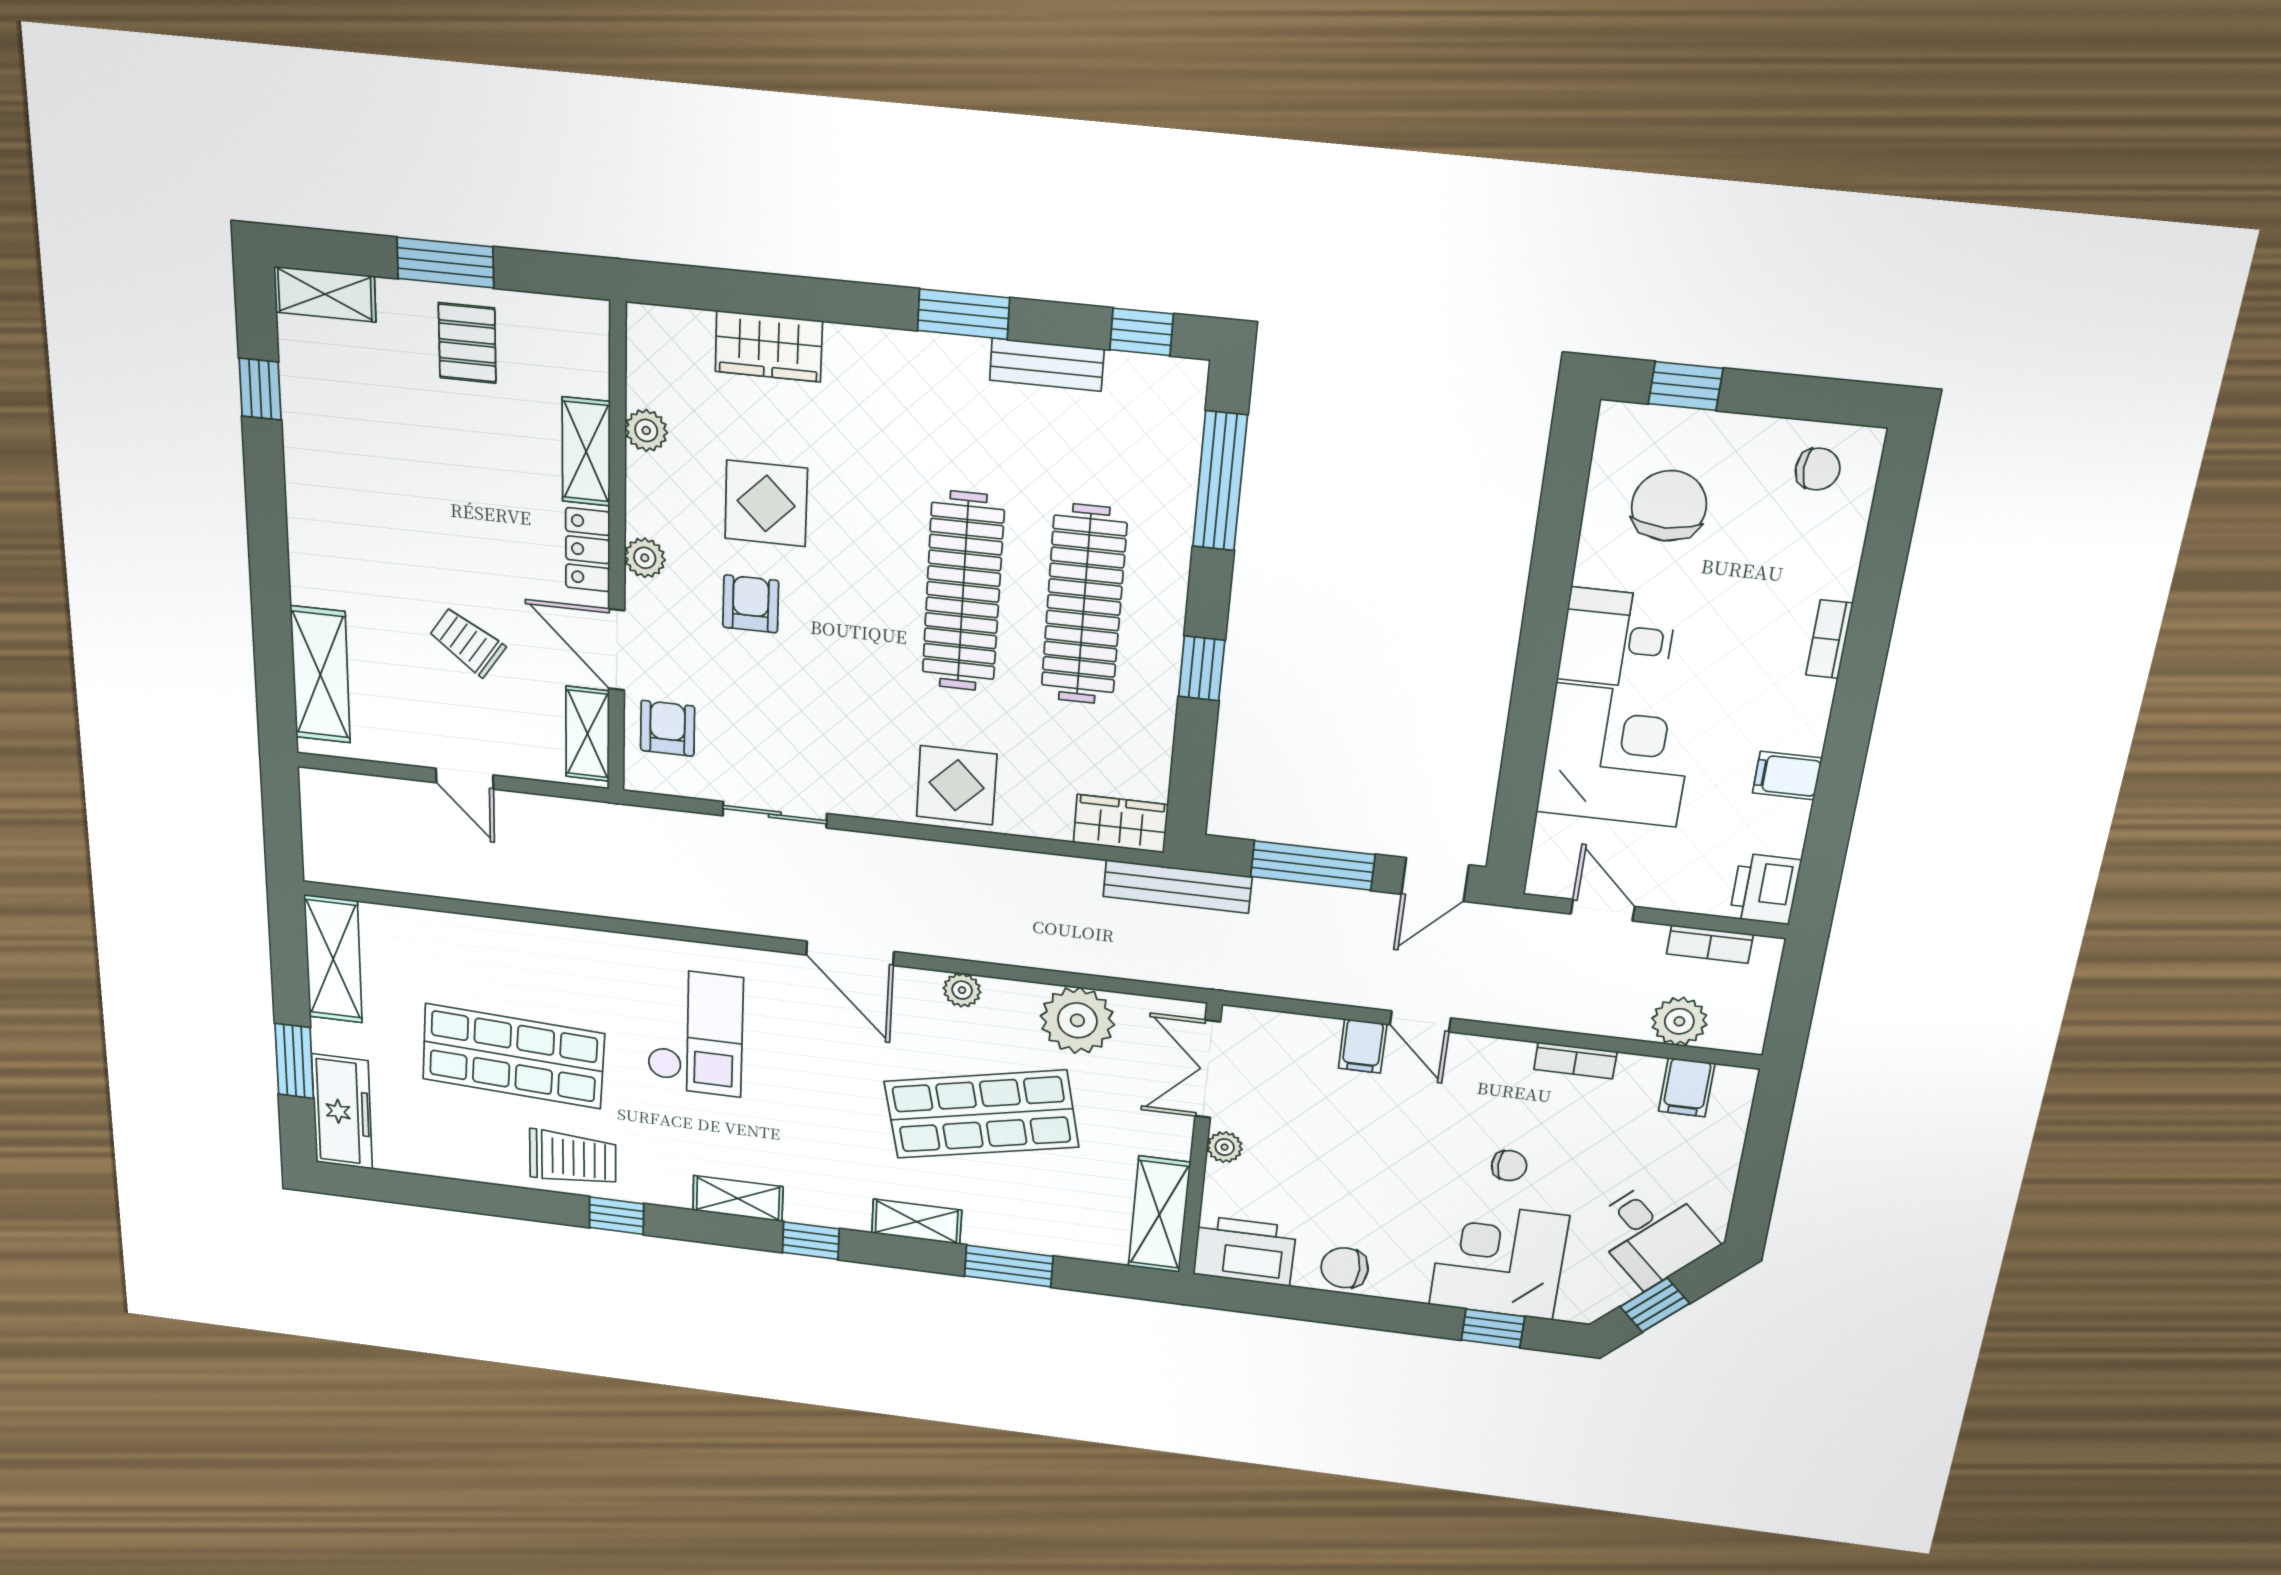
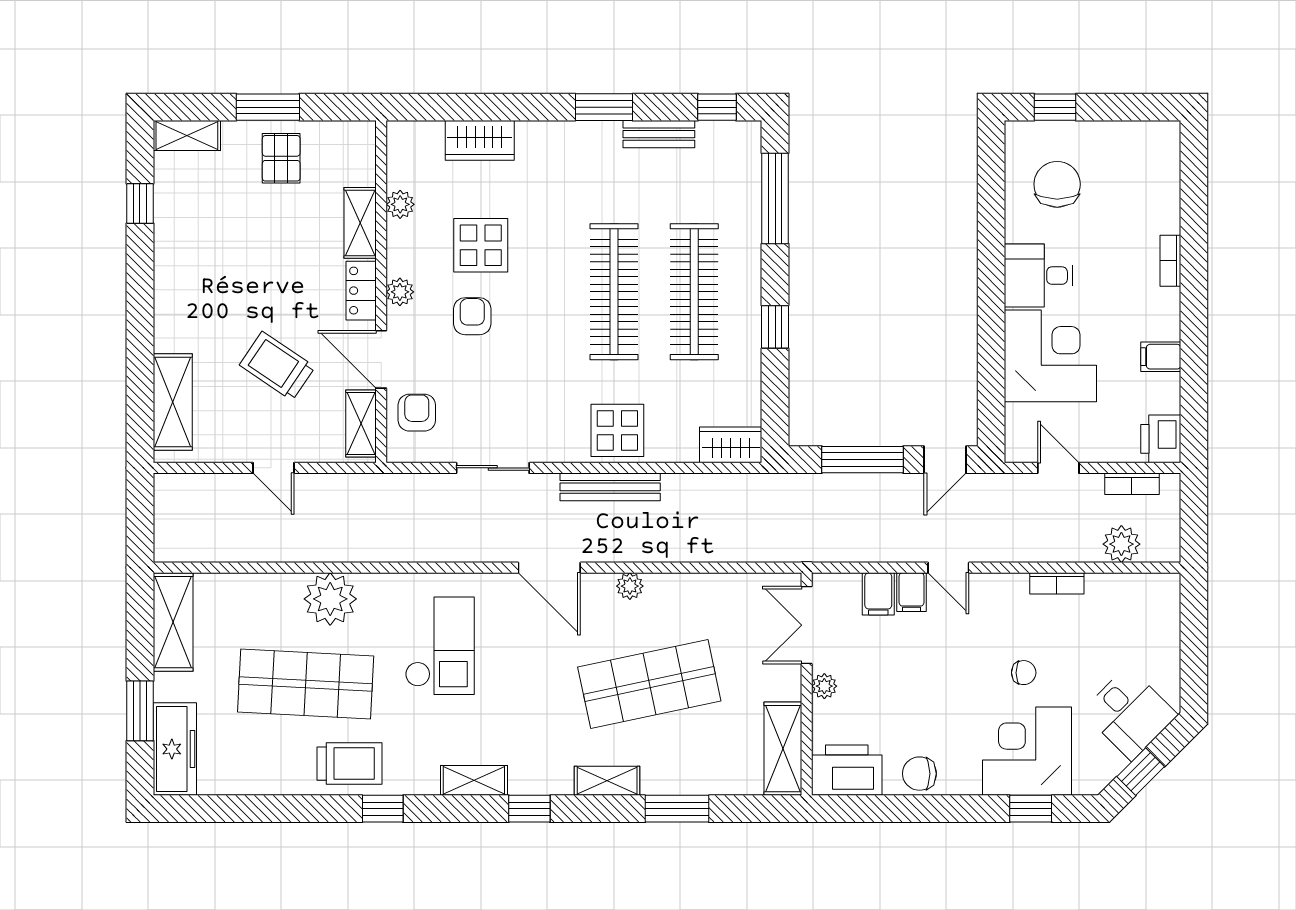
chair: (1818, 469) -> (1143, 151), removed
trolley: (467, 642) -> (277, 366), width x1.36, depth x1.39
bench: (1177, 887) -> (610, 487), moved
plant: (1077, 1020) -> (330, 599), moved
filing cabinet: (1687, 1087) -> (878, 594), moved

